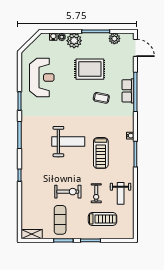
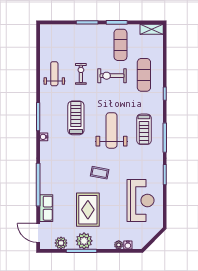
plant: (74, 41) -> (84, 241), moved
rug: (90, 69) -> (88, 210), turned 90
reception desk: (42, 77) -> (140, 200), turned 180
row of seats: (128, 91) -> (46, 208), moved
coffee table: (101, 98) -> (100, 173), moved
weight bench: (68, 142) -> (112, 130), turned 90
exercise mat: (39, 192) -> (144, 75), added
treadmill: (103, 219) -> (144, 129), moved, turned -90

